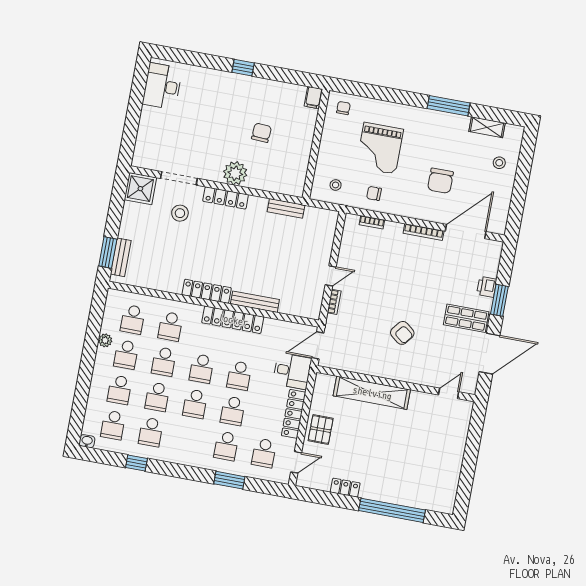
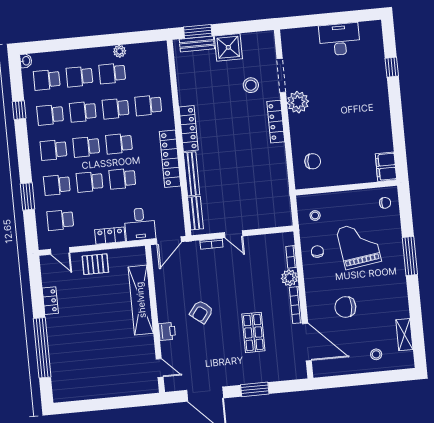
window: (243, 68) -> (392, 67), moved
desk: (162, 86) -> (339, 39), moved
filing cabinet: (313, 98) -> (386, 167), width x2.00
window: (449, 106) -> (410, 256), moved
chair: (261, 133) -> (313, 161), moved
grand piano: (380, 148) -> (359, 245), turned 82
plant: (235, 173) -> (298, 102), moved
shower: (140, 189) -> (228, 47), moved
bench: (286, 208) -> (196, 213), moved
plant: (393, 231) -> (289, 278), added
printer: (487, 287) -> (167, 331), moved, turned 90
shop shelf: (466, 318) -> (253, 332), moved
school desk: (133, 319) -> (54, 150), moved
door: (318, 345) -> (169, 240), swing flipped
locker: (294, 414) -> (110, 236), width x0.66

